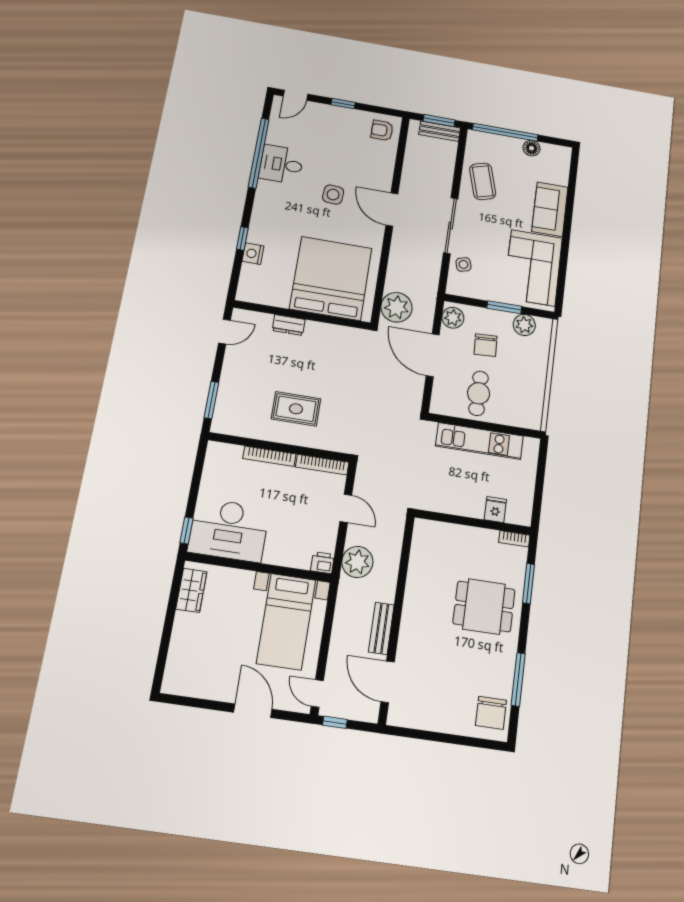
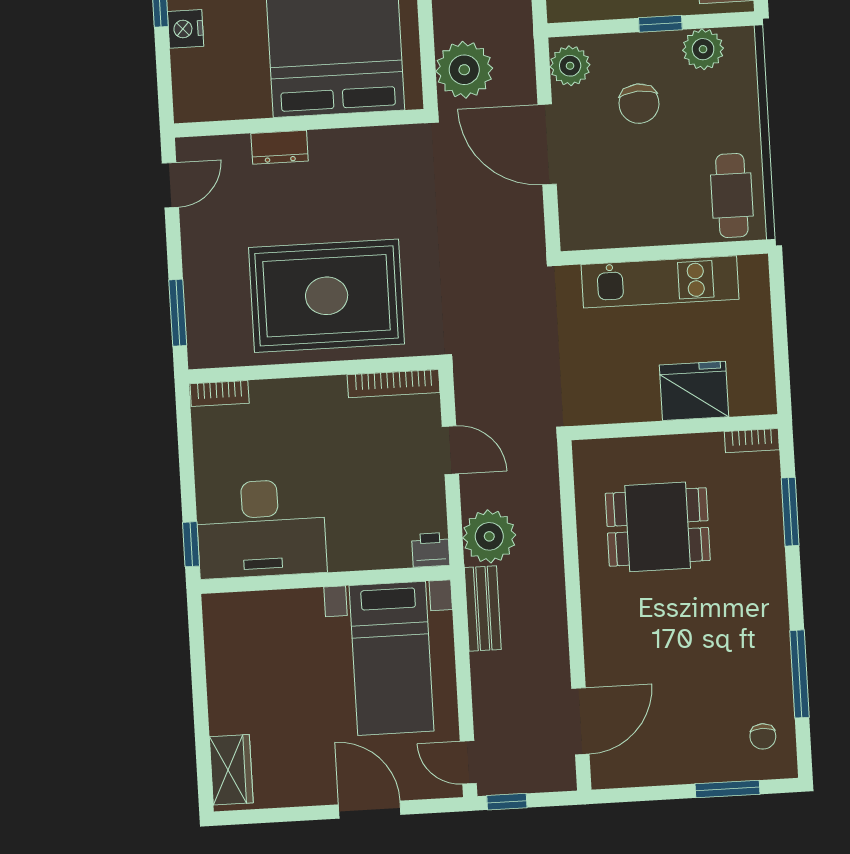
window: (504, 307) -> (660, 24), width x0.67
cafe table: (479, 393) -> (732, 195), moved
rug: (296, 409) -> (327, 296), width x1.86, depth x2.06
bookcase: (269, 456) -> (220, 393), moved, width x0.64
fridge: (495, 510) -> (694, 391), width x1.88, depth x1.34
wardrobe: (191, 590) -> (231, 770), moved
dining table: (484, 607) -> (658, 527), moved
bench: (381, 628) -> (483, 609), moved
door: (388, 682) -> (580, 721), swing flipped
chair: (491, 713) -> (763, 736), width x0.54, depth x0.54
window: (465, 741) -> (727, 789), added

